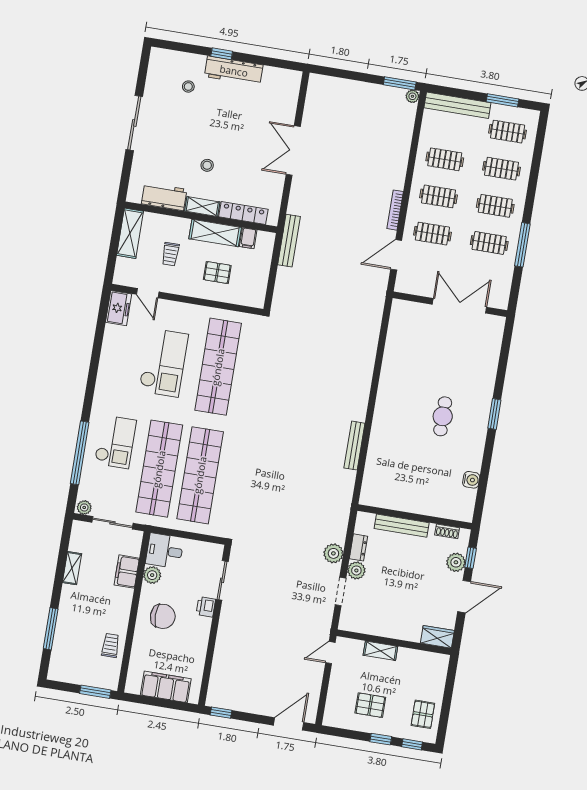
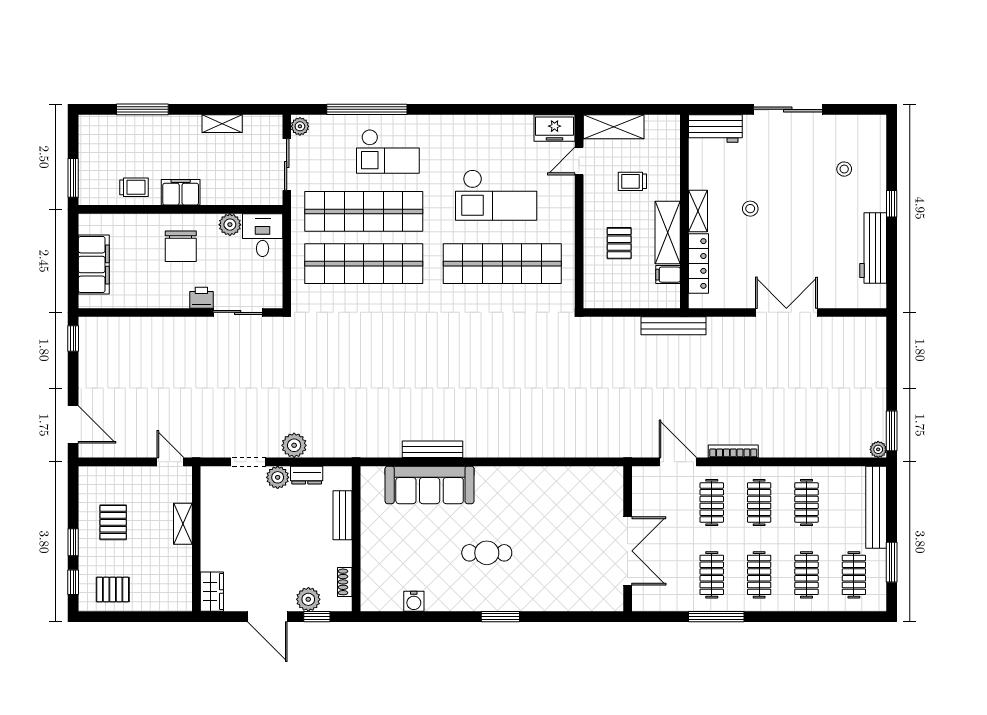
workbench: (234, 71) -> (873, 248), moved
workbench: (164, 197) -> (715, 129), moved, turned 90
shelving: (130, 233) -> (614, 127), moved
sofa: (382, 452) -> (430, 485), added
bench: (402, 526) -> (343, 515), width x0.73
filing cabinet: (127, 572) -> (181, 192), moved

